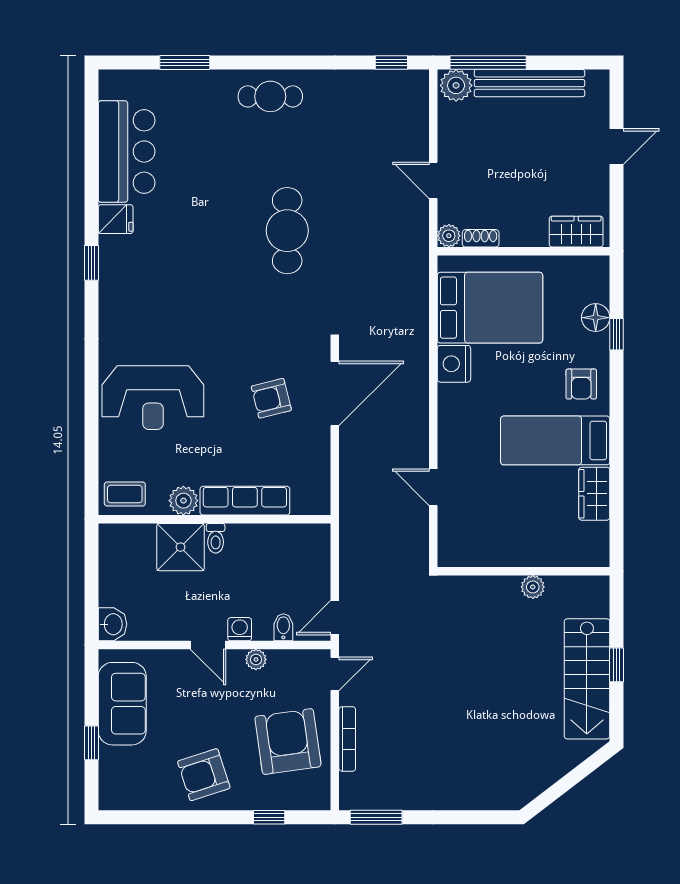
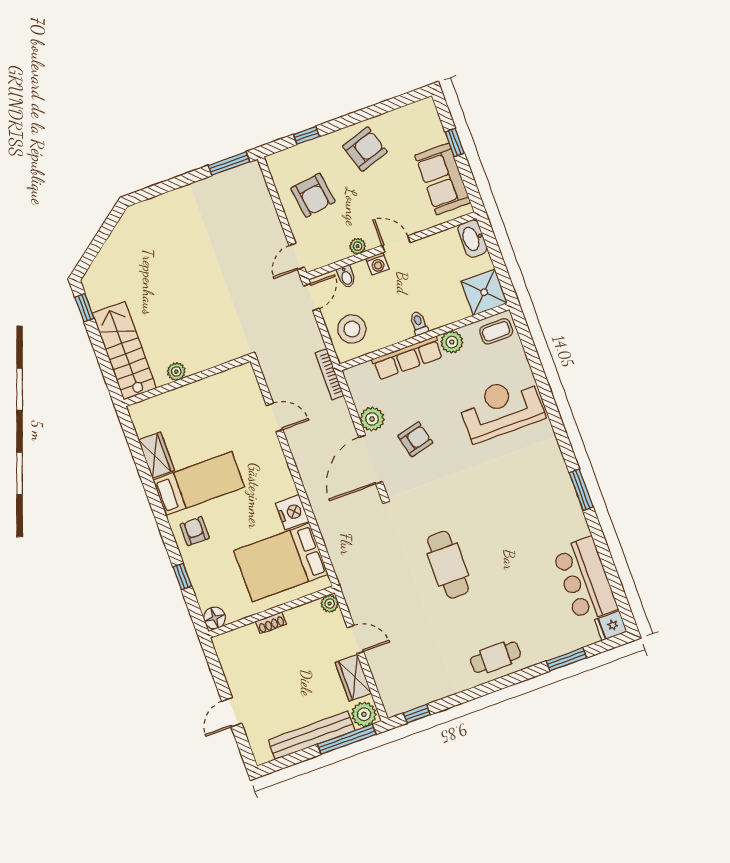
fridge: (116, 219) -> (611, 626), moved
wardrobe: (576, 232) -> (353, 678), moved, turned 90
shoe rack: (481, 238) -> (271, 623), moved
window: (91, 263) -> (581, 490), width x1.50
floor lamp: (596, 318) -> (215, 618), moved
plant: (315, 442) -> (372, 419), added
shower: (181, 547) -> (484, 292), moved
stool: (300, 561) -> (352, 329), added
washbasin: (112, 624) -> (472, 238), width x1.38
window: (616, 665) -> (85, 308), moved
stairs: (587, 679) -> (124, 351), moved
bookcase: (347, 739) -> (329, 374), moved
armchair: (288, 742) -> (313, 195), width x0.73, depth x0.73

